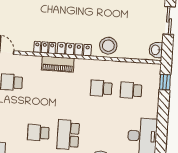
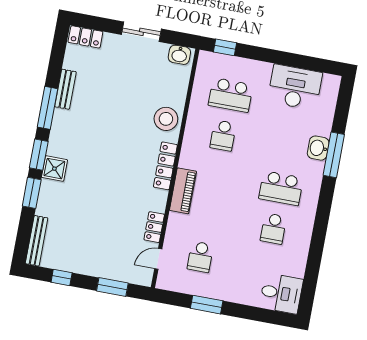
locker: (45, 47) -> (154, 227), moved
school desk: (131, 90) -> (231, 95), width x1.85

